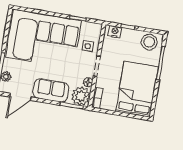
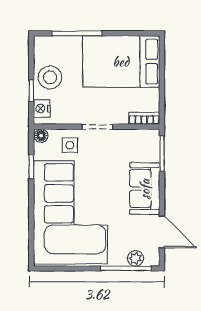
stool: (149, 42) -> (50, 77), moved
floor lamp: (88, 82) -> (41, 136), moved
plant: (81, 96) -> (146, 143), removed

